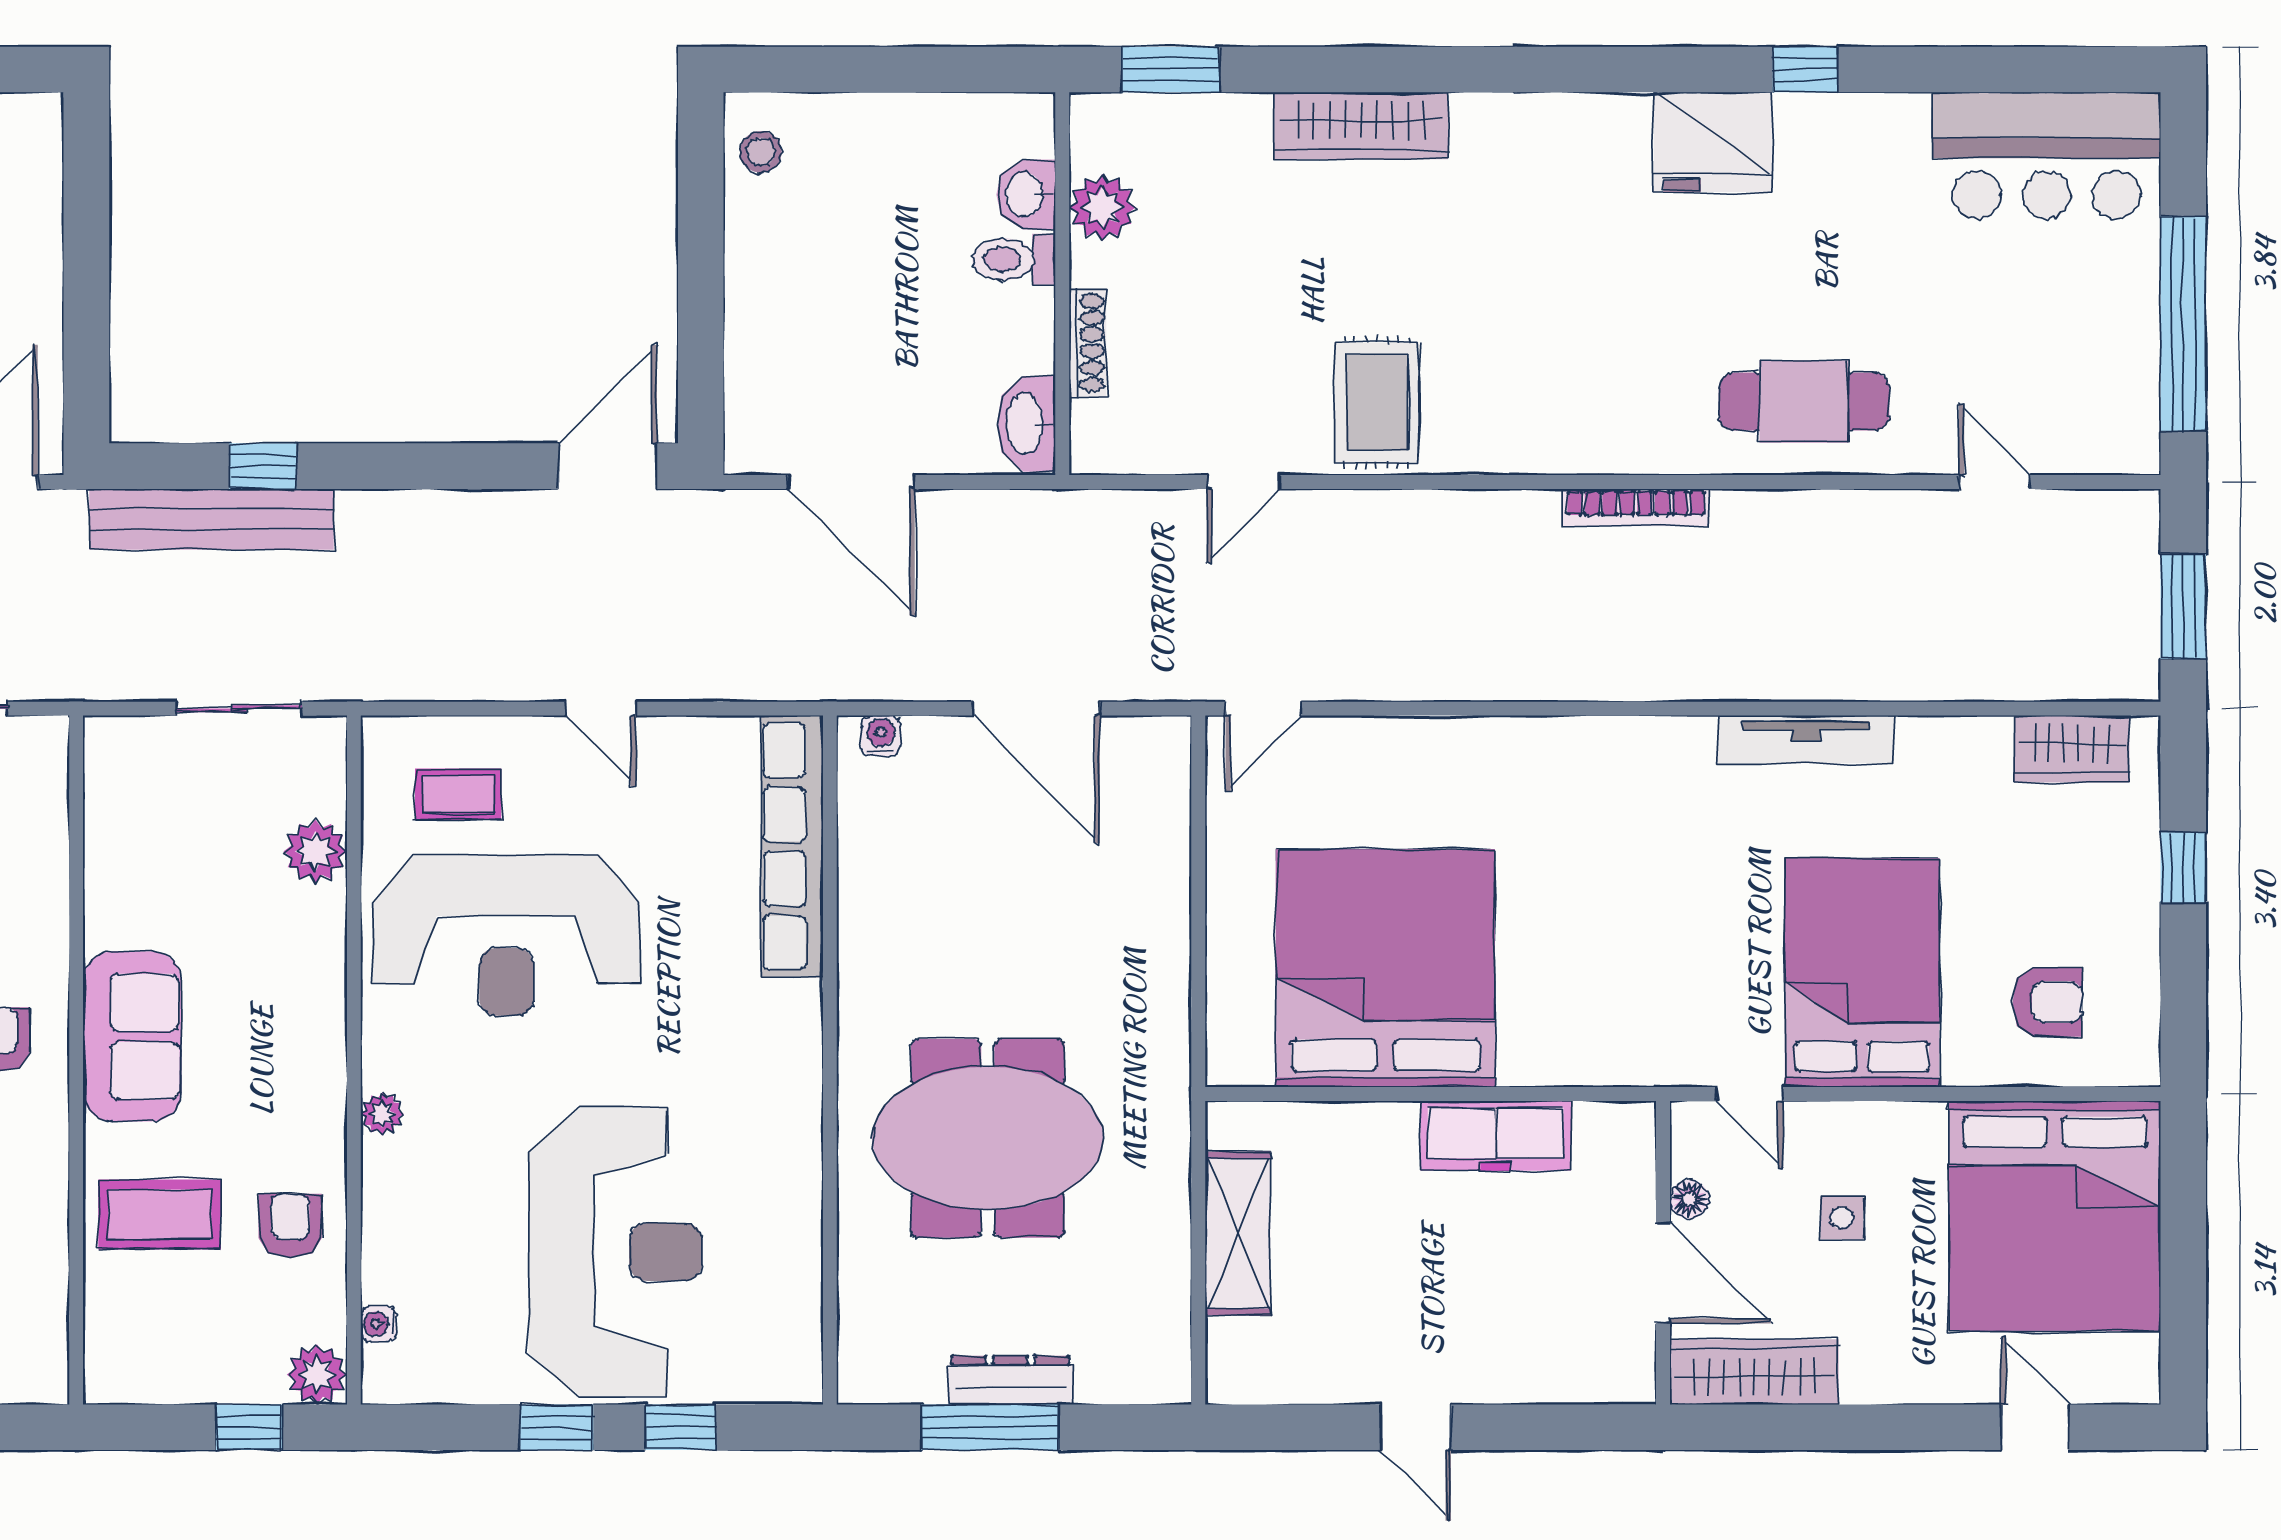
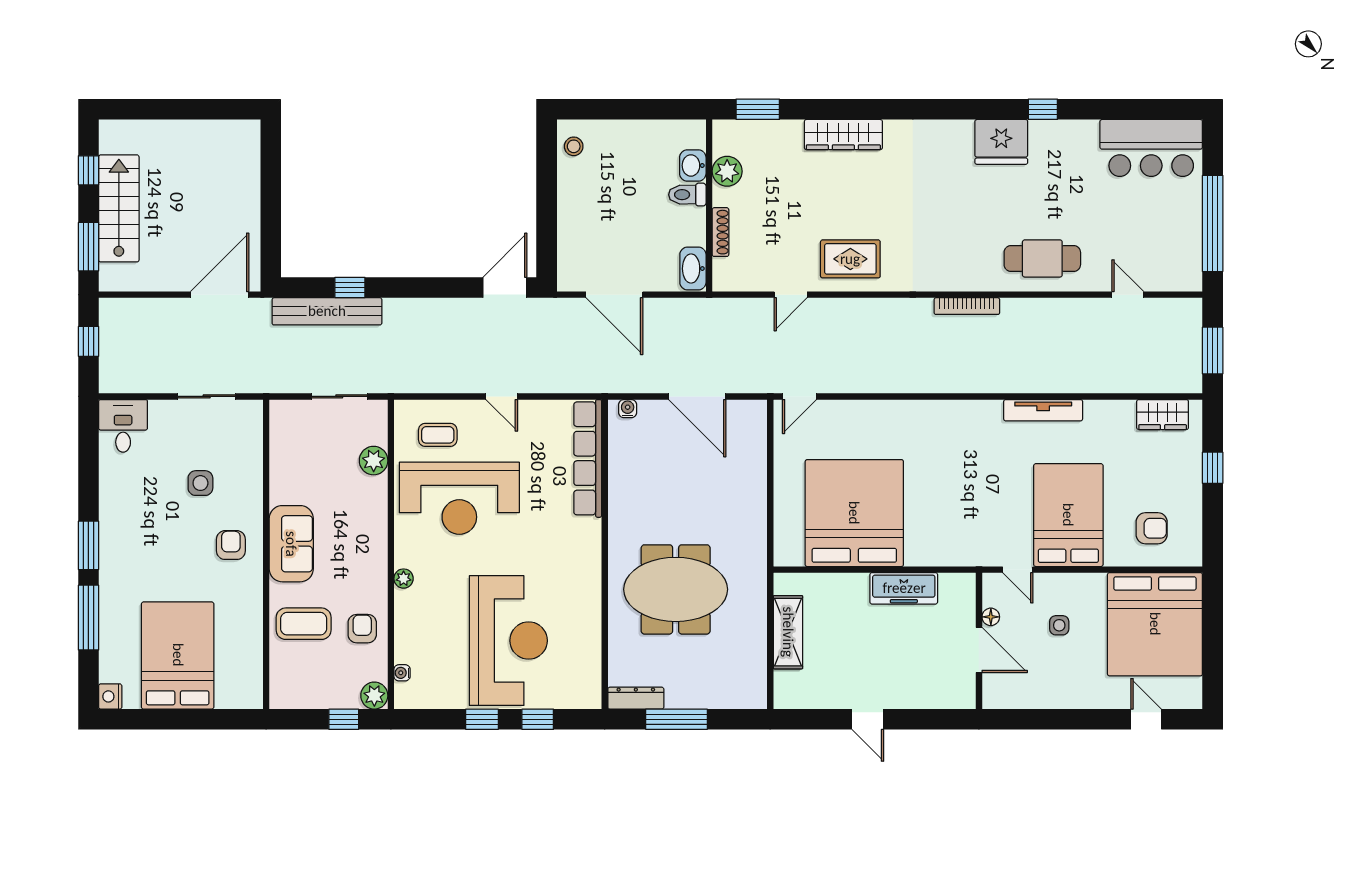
rug: (1377, 402) -> (850, 259), turned 90
wardrobe: (1754, 1372) -> (1020, 694), removed
dresser: (1010, 1380) -> (636, 698), moved

